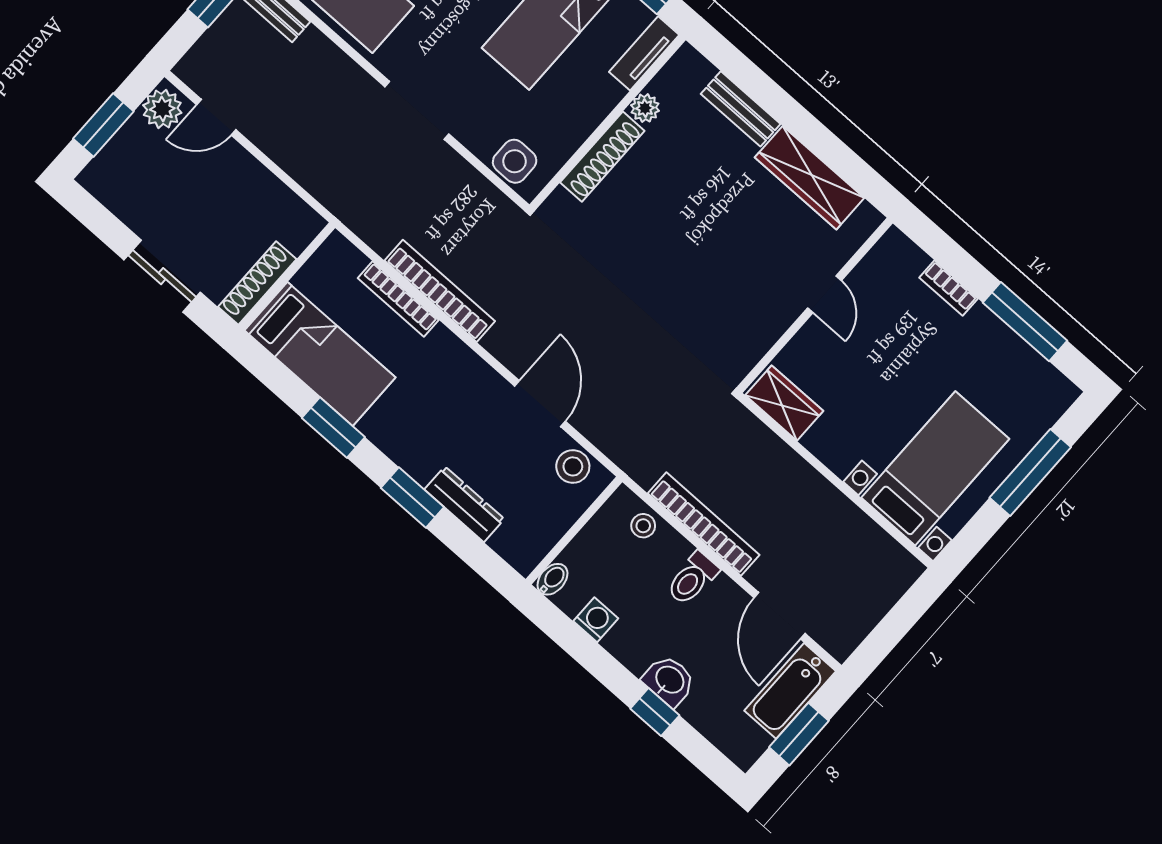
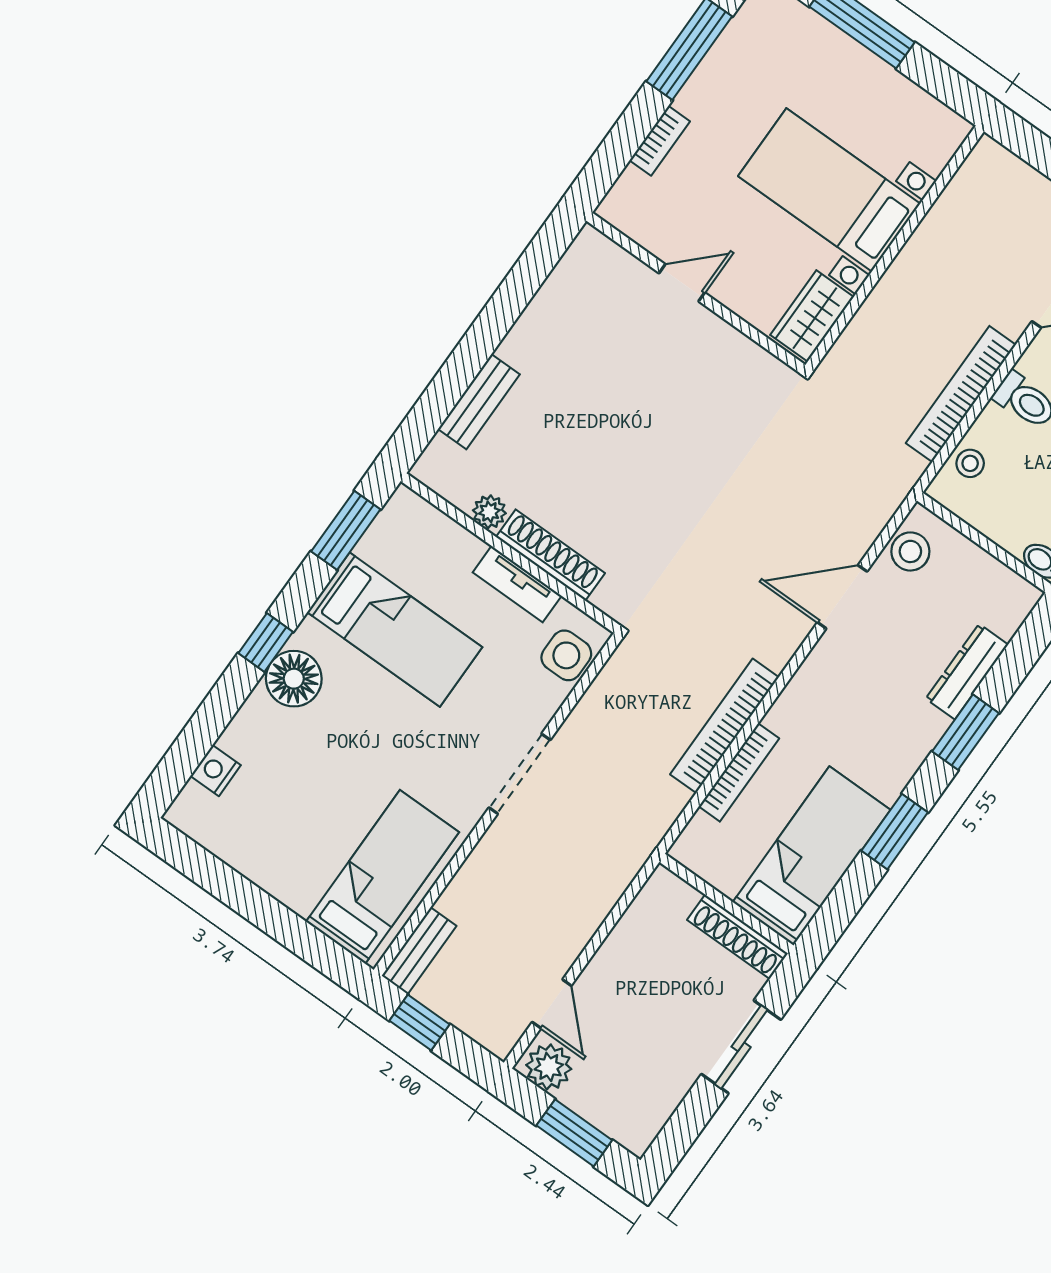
tv unit: (644, 53) -> (517, 584), moved
wardrobe: (810, 178) -> (550, 314), removed
bed with nightstands: (935, 468) -> (829, 190), moved

